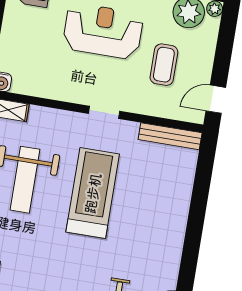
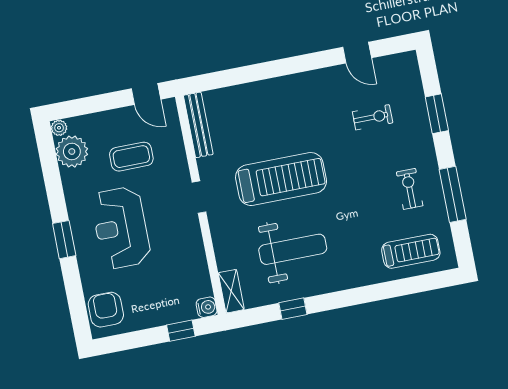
treadmill: (93, 193) -> (281, 179), turned 180

